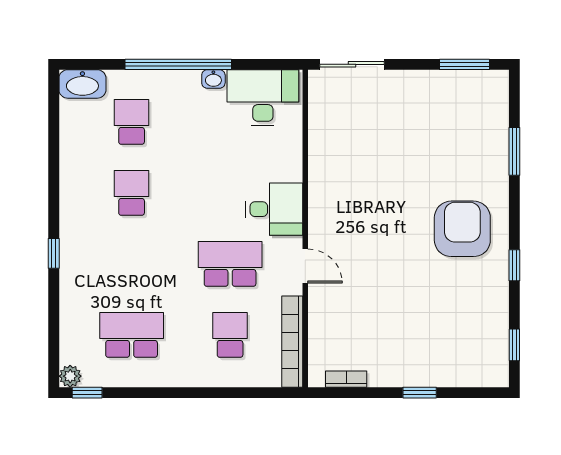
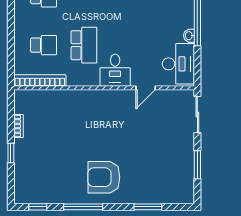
window: (465, 64) -> (197, 165), moved
armchair: (462, 229) -> (104, 177), turned 180
window: (514, 265) -> (83, 207), width x2.17
door: (305, 266) -> (146, 88), moved
bookcase: (346, 379) -> (18, 126), moved

